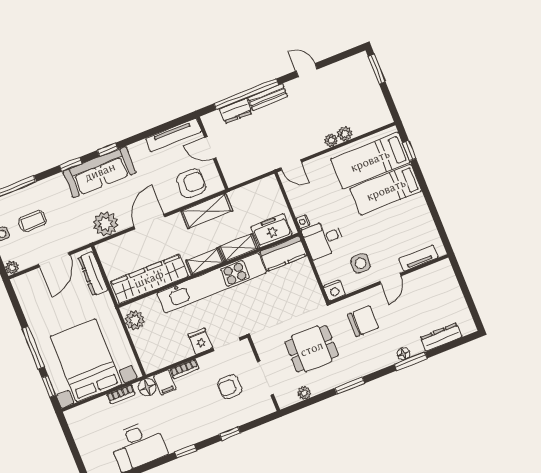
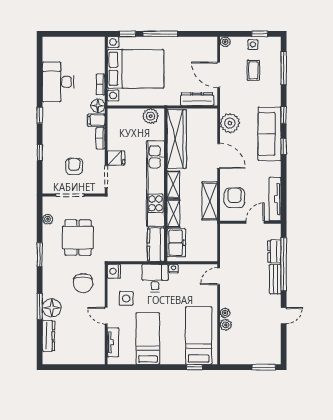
armchair: (191, 183) -> (235, 198), turned 180
bed: (386, 190) -> (148, 339), moved
floor lamp: (404, 354) -> (52, 308), width x1.89, depth x1.89

